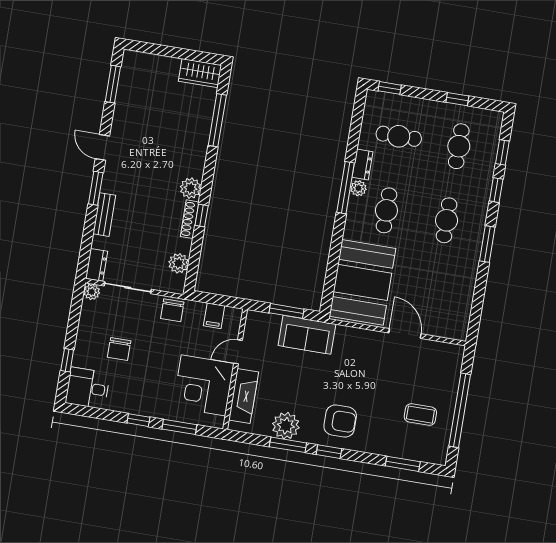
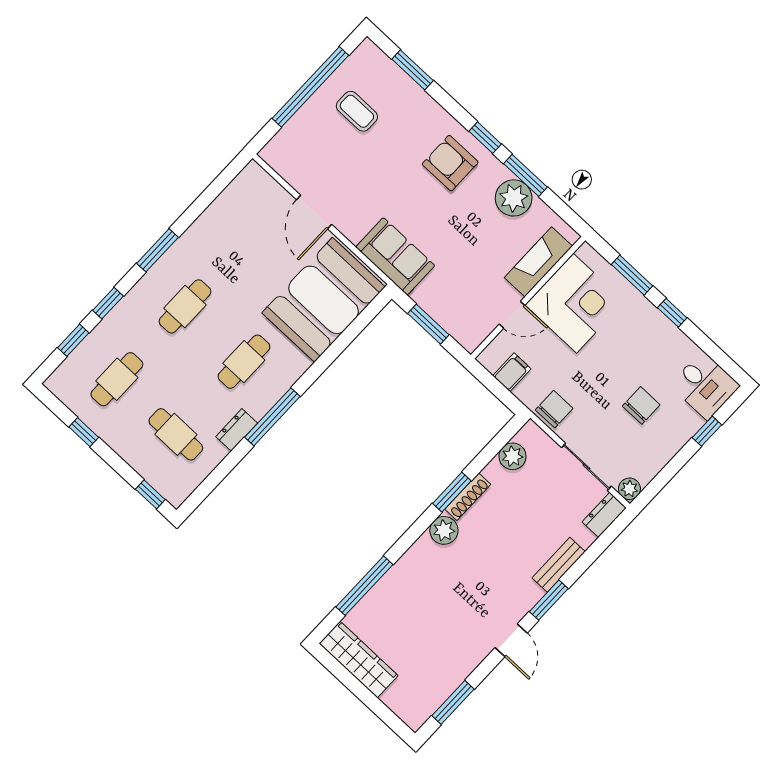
wardrobe: (200, 73) -> (359, 660), width x1.50
plant: (358, 188) -> (259, 407), removed
window: (202, 215) -> (452, 492), width x1.50
sofa: (307, 335) -> (395, 256), moved

